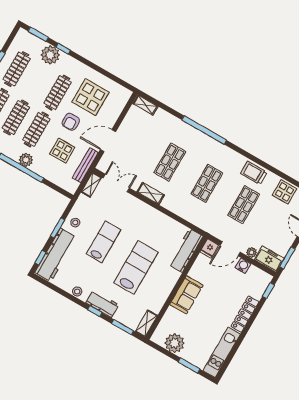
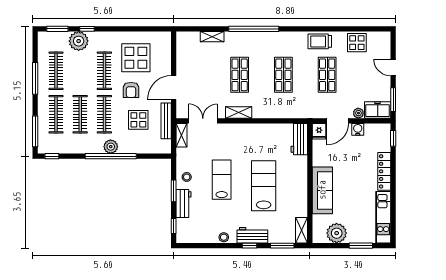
shelving: (145, 105) -> (212, 37), moved
workbench: (186, 250) -> (299, 139), width x0.73
workbench: (56, 255) -> (184, 203), width x0.53, depth x0.76
sofa: (186, 295) -> (322, 190), width x1.36

